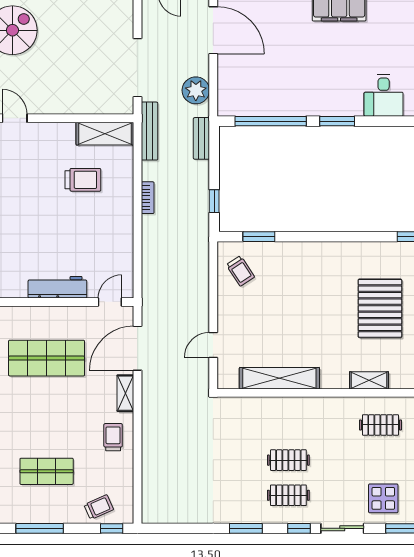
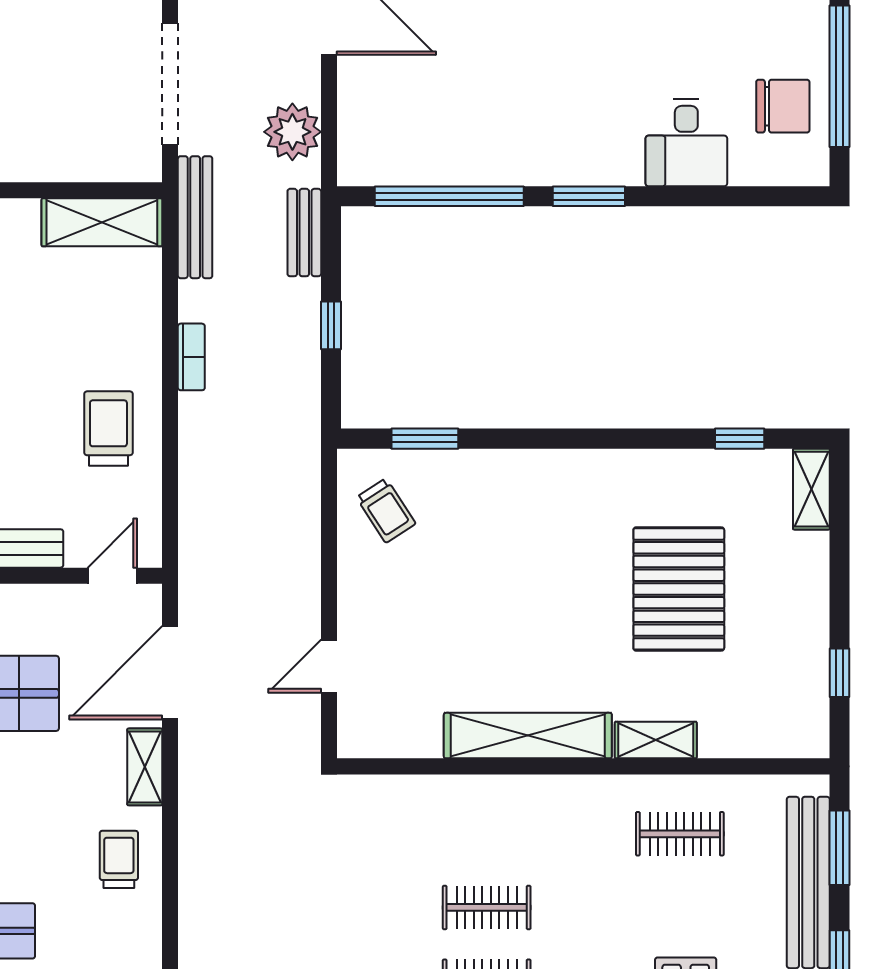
trolley: (83, 180) -> (108, 428), moved, turned -90
window: (214, 201) -> (331, 325), moved
shelving: (279, 378) -> (528, 736), moved

